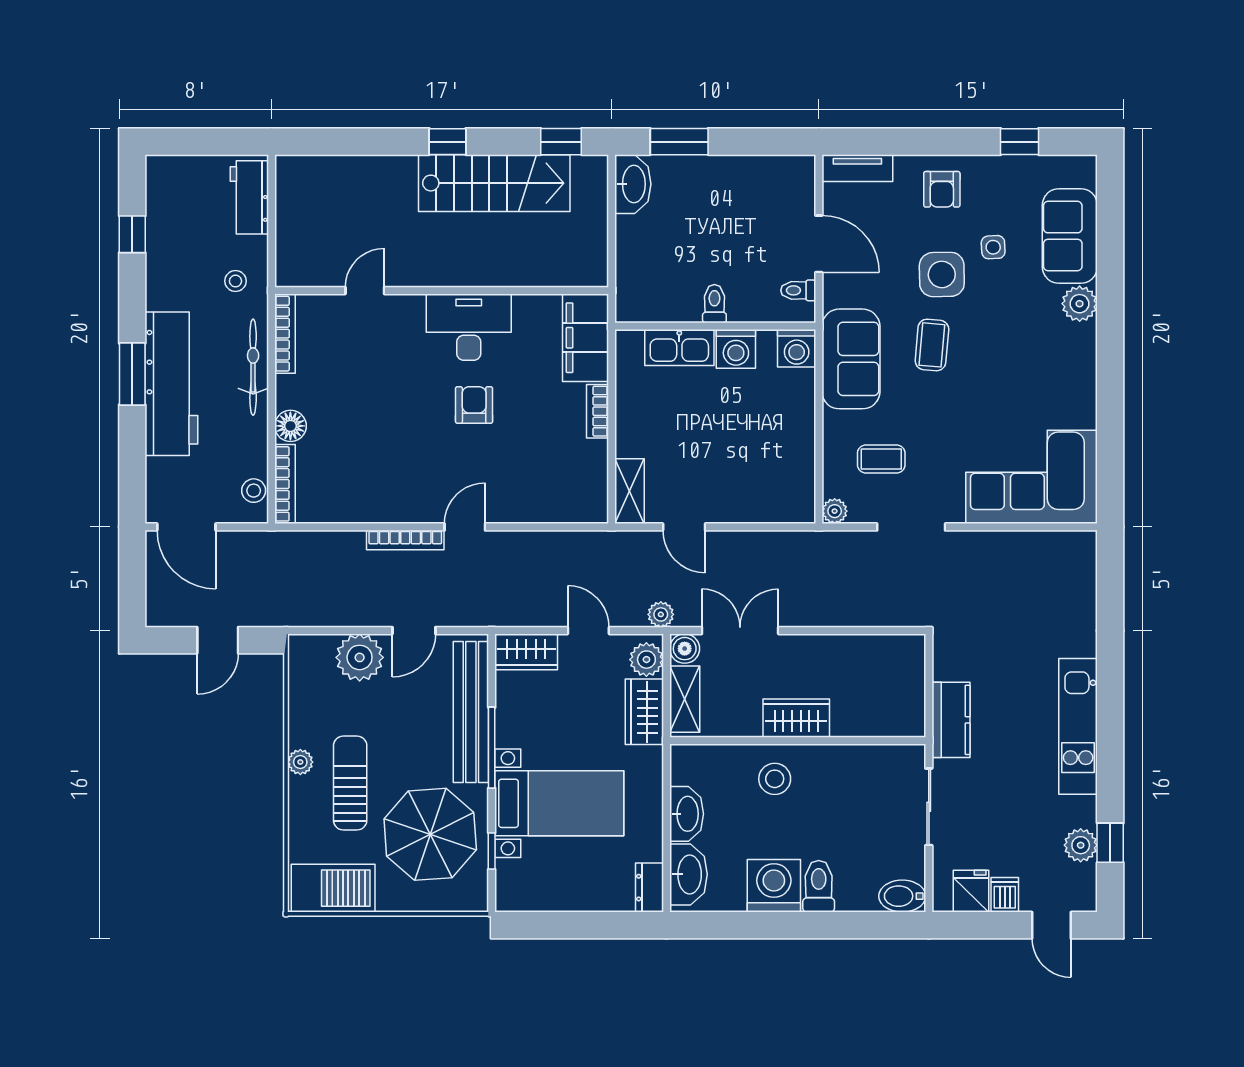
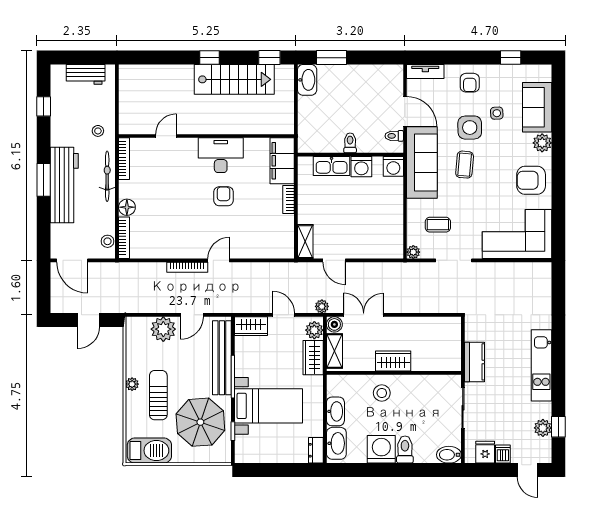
workbench: (249, 197) -> (86, 74), moved, turned -90
sofa: (851, 359) -> (422, 162), width x1.36
armchair: (1058, 375) -> (531, 180), added

